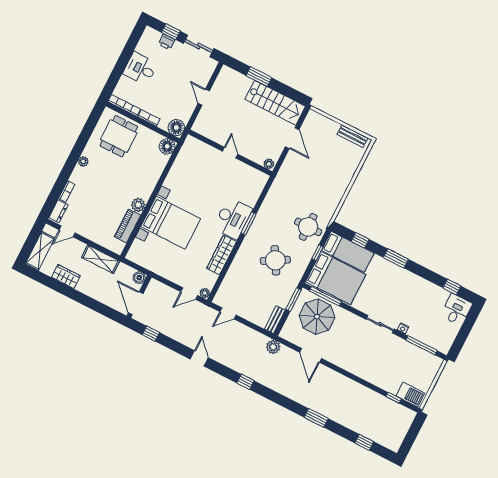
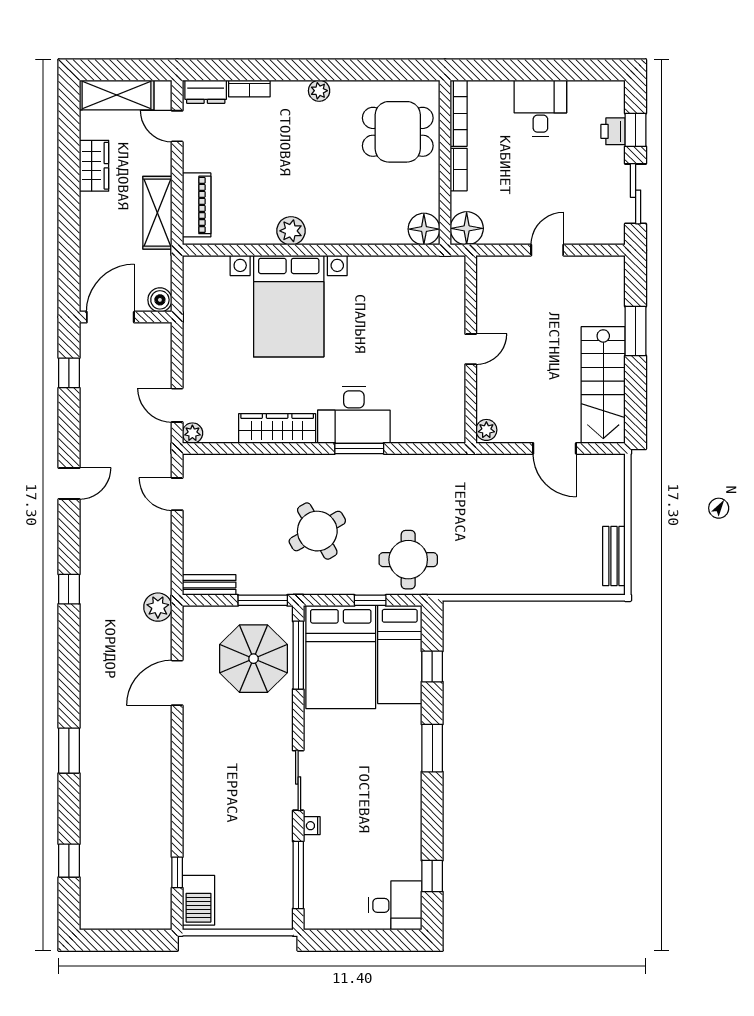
door: (292, 138) -> (555, 448), hinge flipped
piano: (127, 226) -> (197, 205), moved, turned 90

